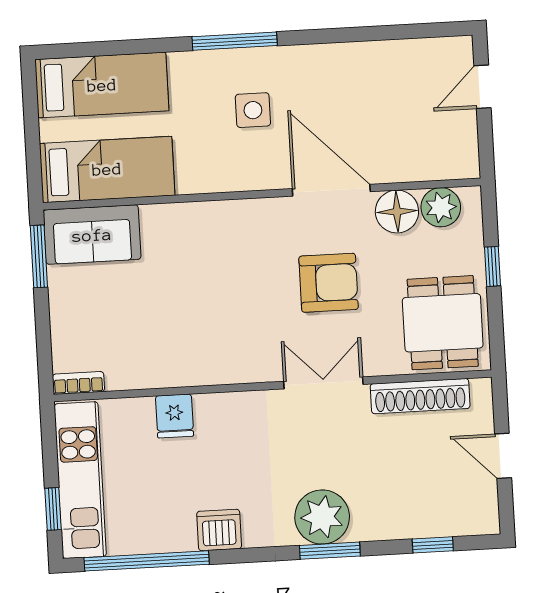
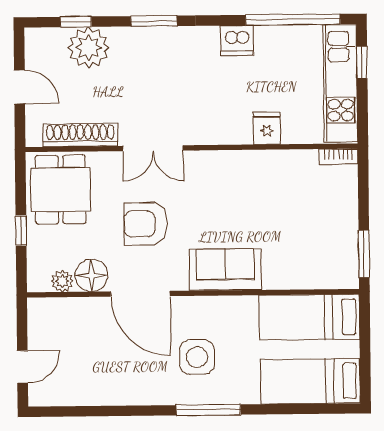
side table: (253, 110) -> (197, 357), width x1.37, depth x1.37
plant: (441, 207) -> (62, 281), width x0.73, depth x0.73
sofa: (92, 235) -> (225, 269), moved
plant: (322, 517) -> (89, 48), moved

